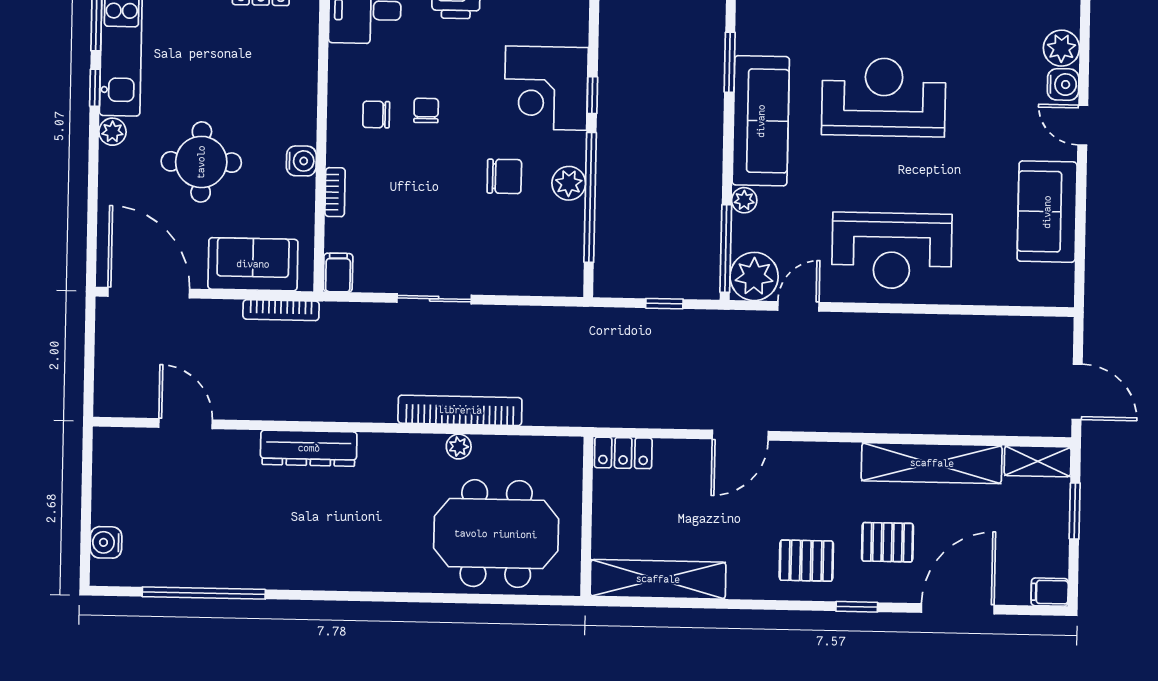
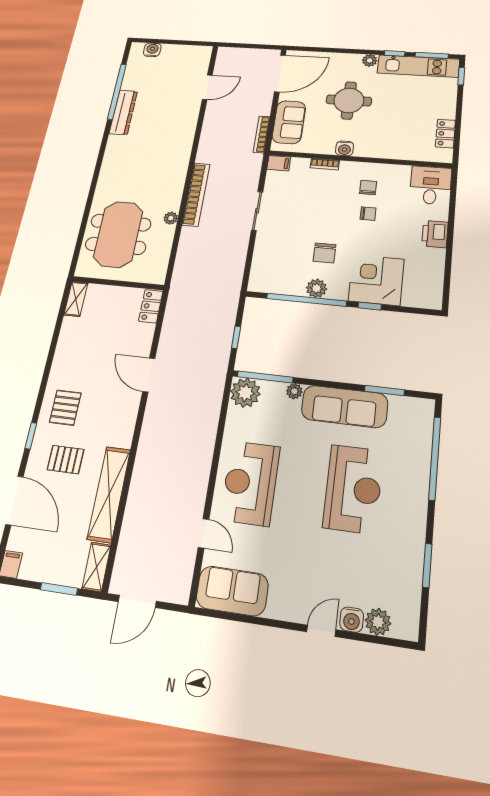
sofa: (1047, 212) -> (232, 591), moved
door: (798, 306) -> (204, 533), moved
bookcase: (460, 410) -> (196, 194), moved
dresser: (309, 448) -> (123, 112), moved, turned 180
pallet: (887, 542) -> (66, 460), turned 90
shelving: (658, 579) -> (76, 299), width x0.45, depth x0.75

